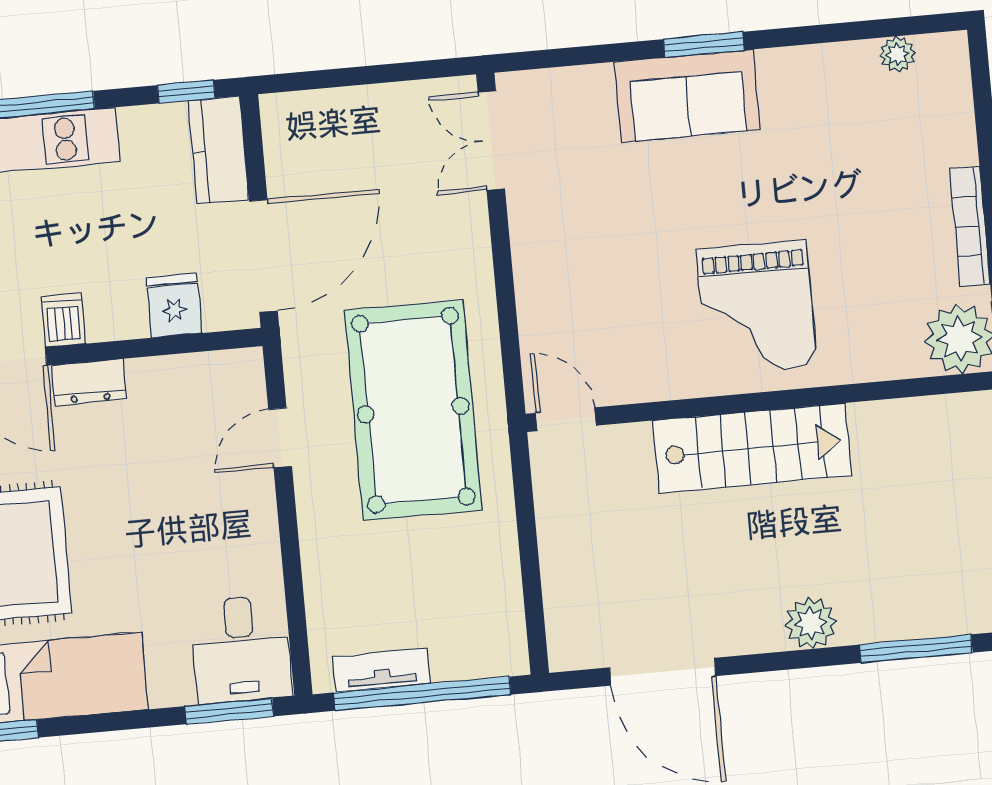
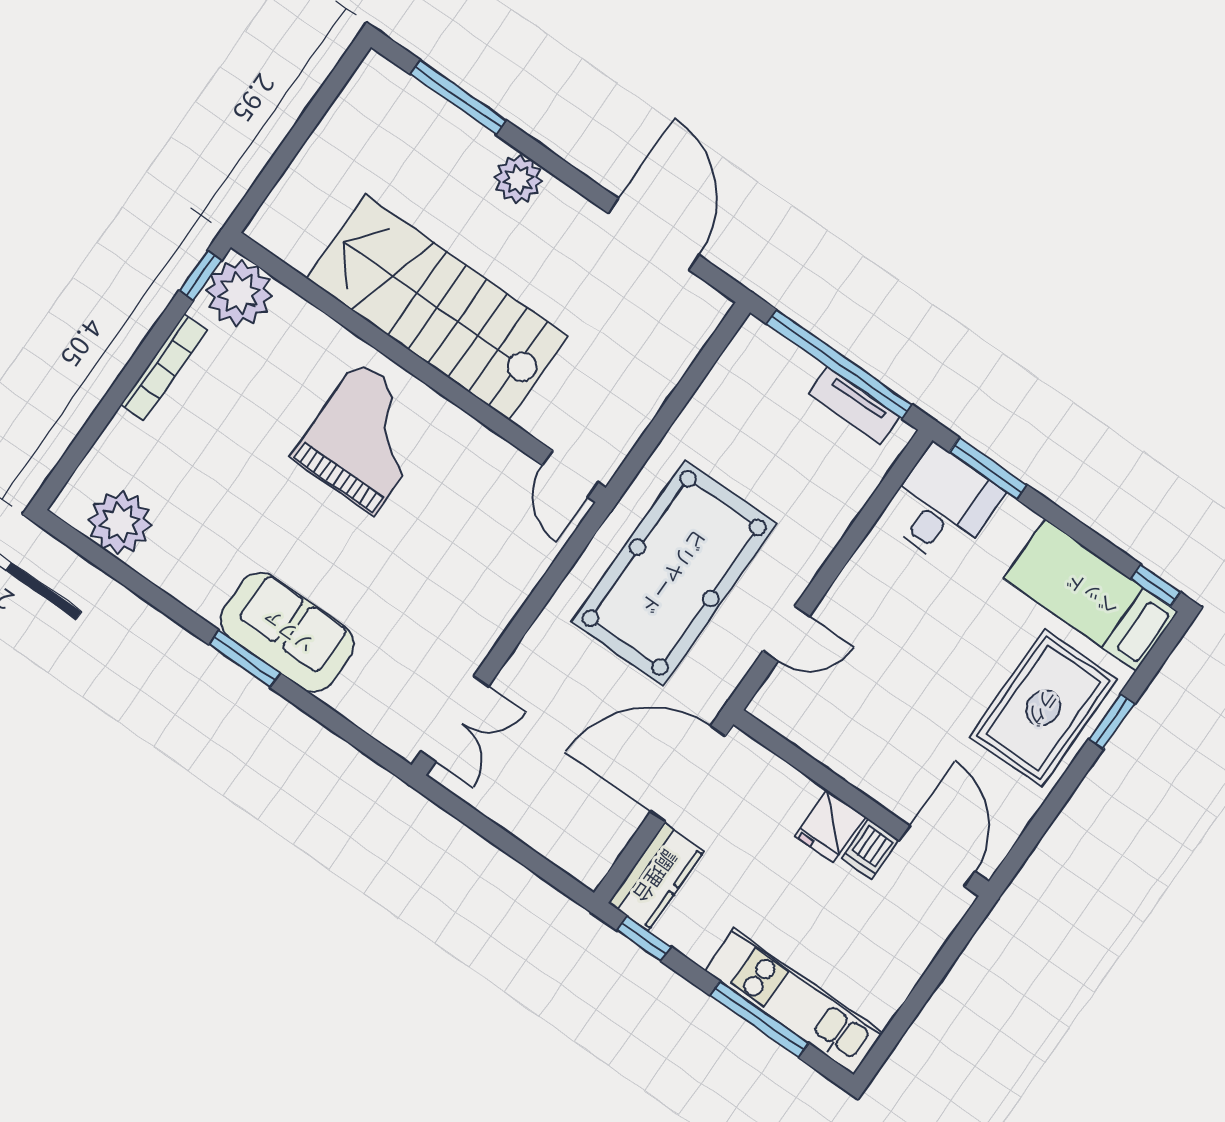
plant: (897, 54) -> (120, 522), width x1.88, depth x1.88
fridge: (174, 305) -> (830, 826), moved
dresser: (89, 382) -> (889, 789), removed
stairs: (752, 448) -> (437, 307), width x1.36, depth x1.51

